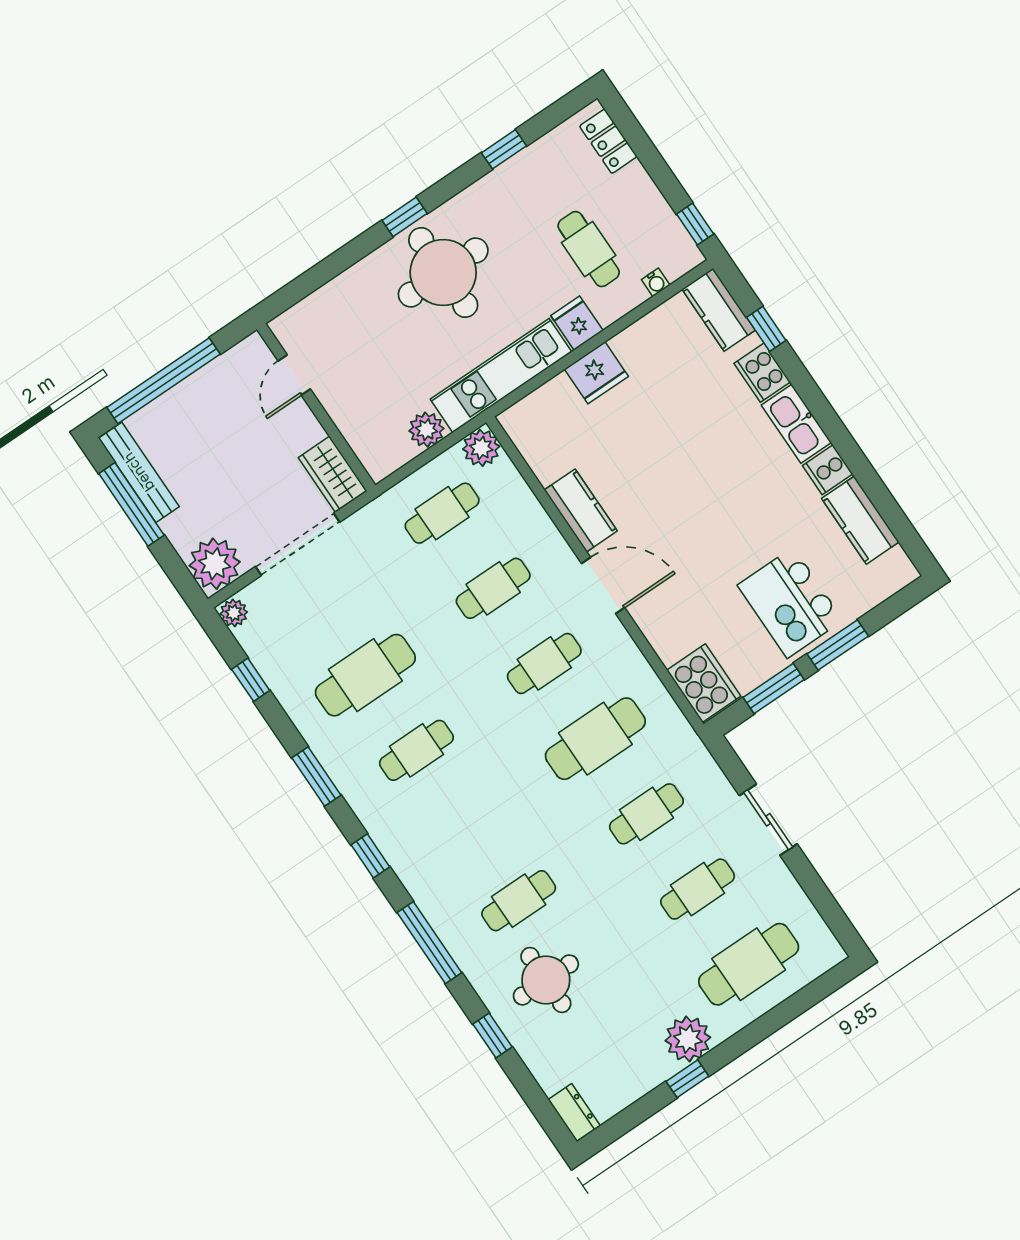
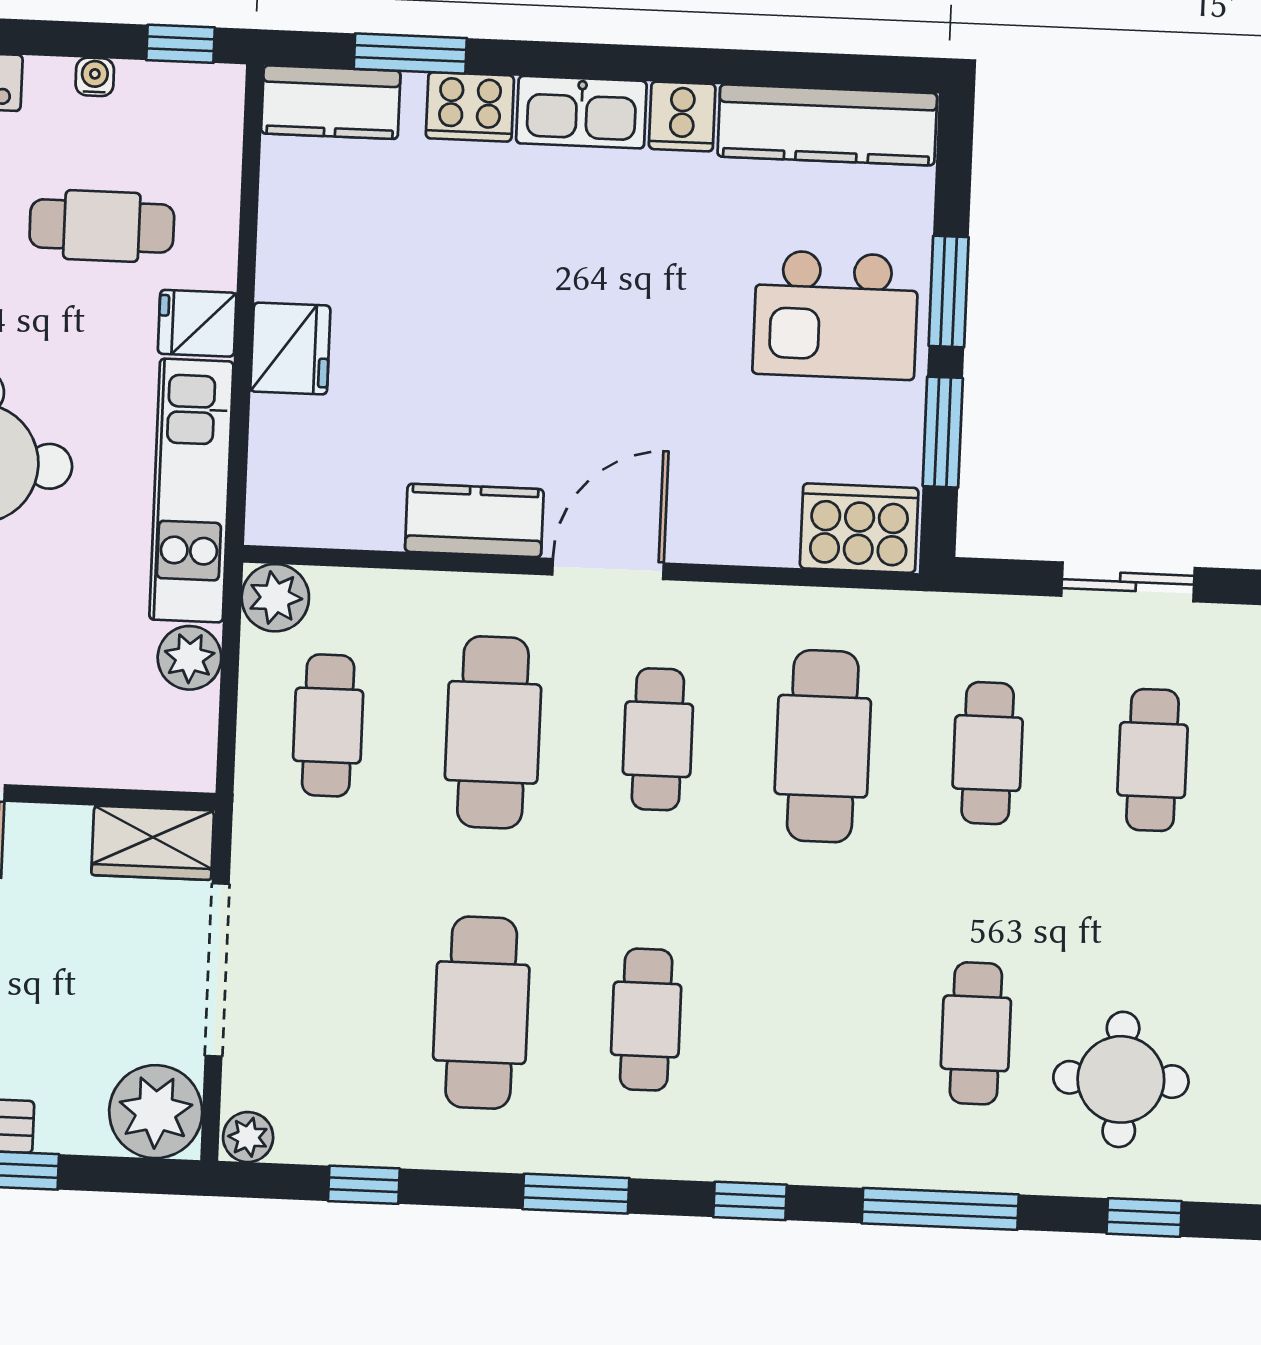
water cooler: (656, 282) -> (95, 77), moved, turned -90
window: (766, 329) -> (410, 53), width x1.50
kitchen counter: (860, 520) -> (827, 125), width x1.50
cafe table: (493, 588) -> (493, 732), width x1.37, depth x1.35

